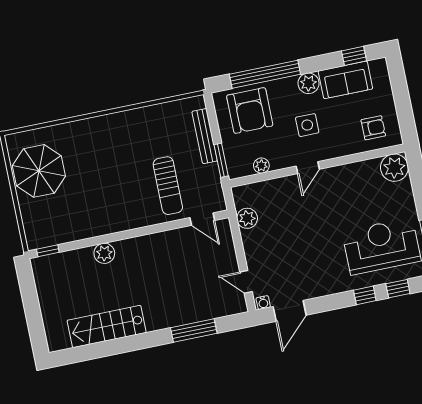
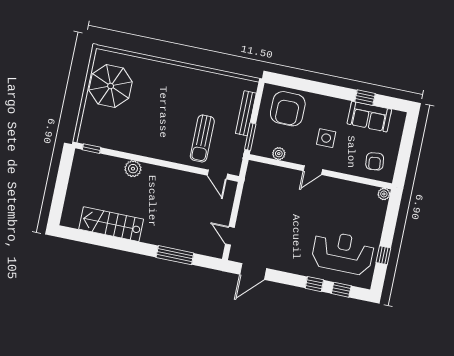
window: (354, 56) -> (365, 98), moved
window: (265, 74) -> (311, 86), removed
plant: (309, 83) -> (341, 107), removed
armchair: (373, 128) -> (375, 161), turned 83
plant: (394, 168) -> (384, 194), width x0.53, depth x0.53
plant: (247, 218) -> (251, 188), removed
water cooler: (263, 303) -> (236, 257), removed

